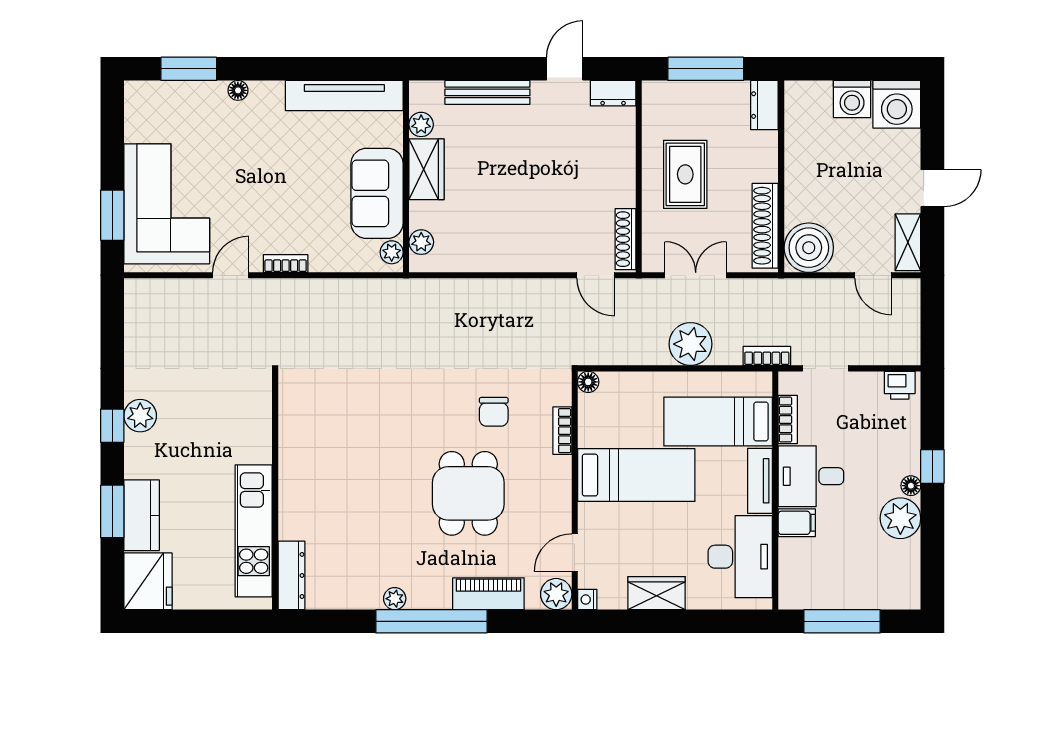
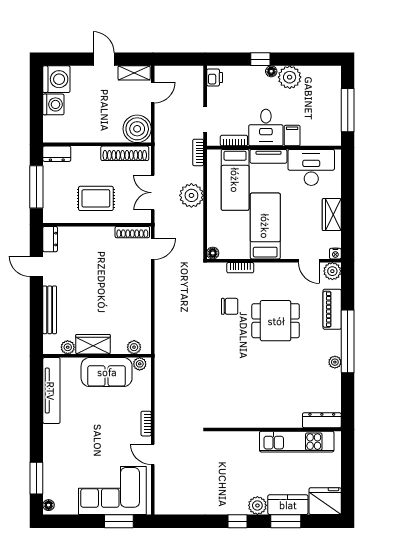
floor lamp: (238, 90) -> (49, 505), moved
plant: (140, 416) -> (257, 505), moved

